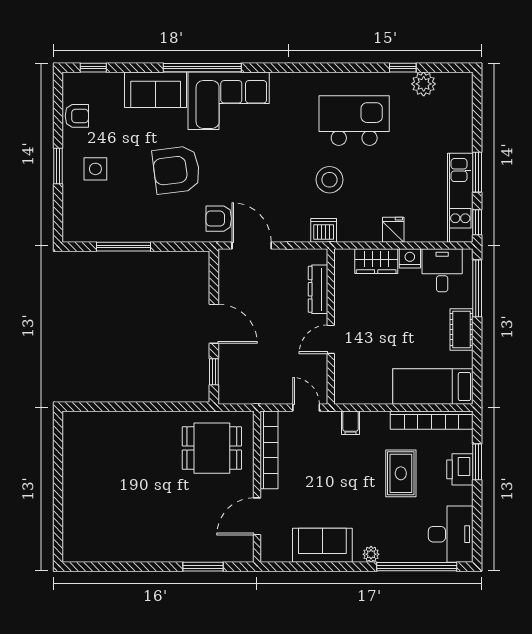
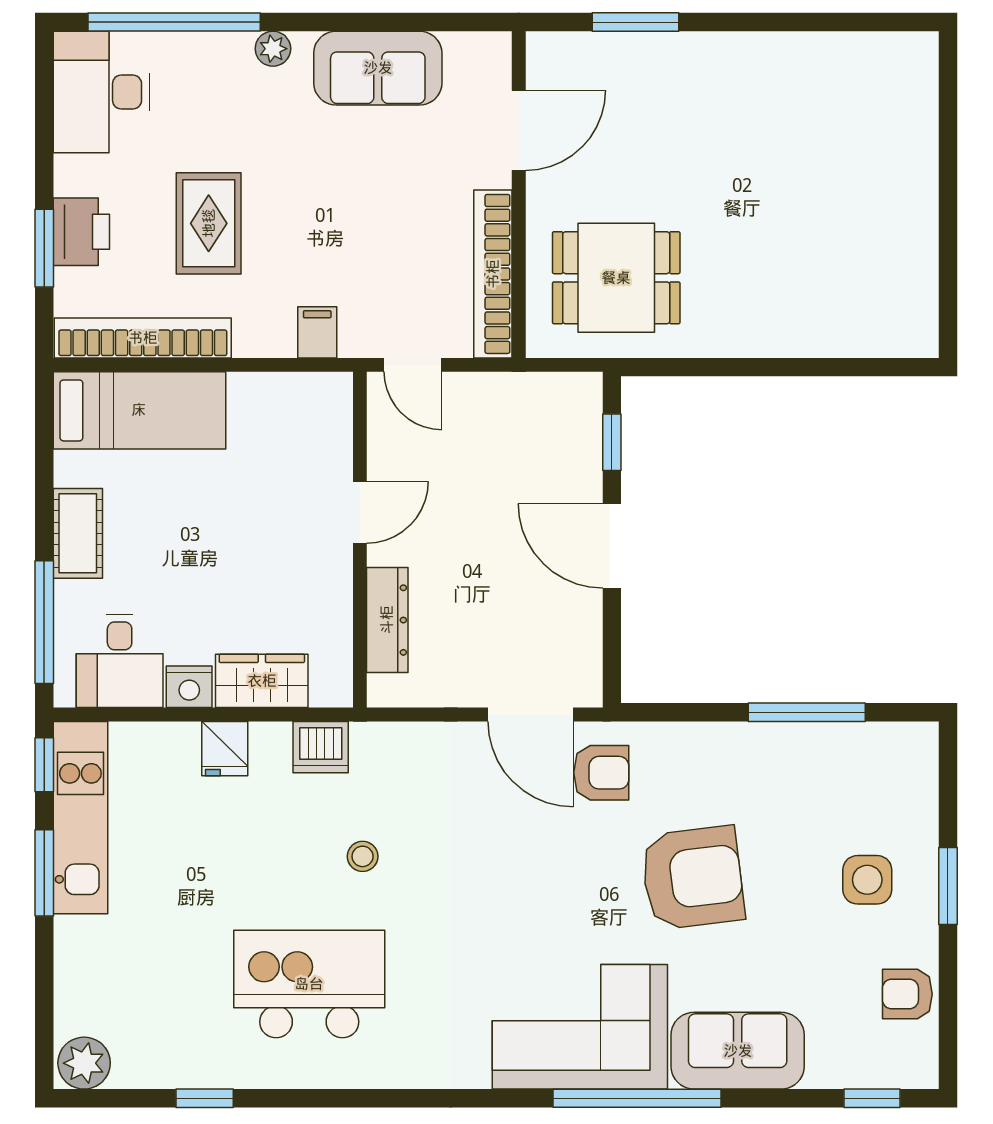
plant: (424, 84) -> (84, 1063), moved
kitchen island: (354, 121) -> (309, 984), turned 180
stool: (329, 180) -> (363, 856), width x0.53, depth x0.53
dishwasher: (324, 230) -> (321, 747), moved

